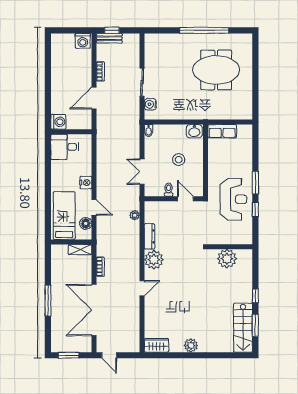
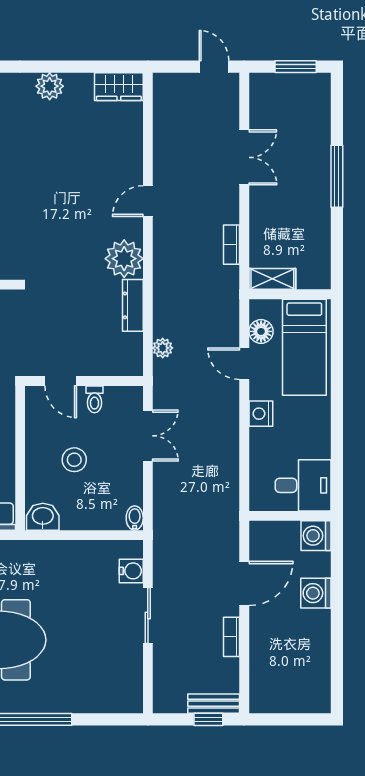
washing machine: (83, 41) -> (316, 593), moved, turned -90
double door: (94, 310) -> (244, 157), width x0.54

